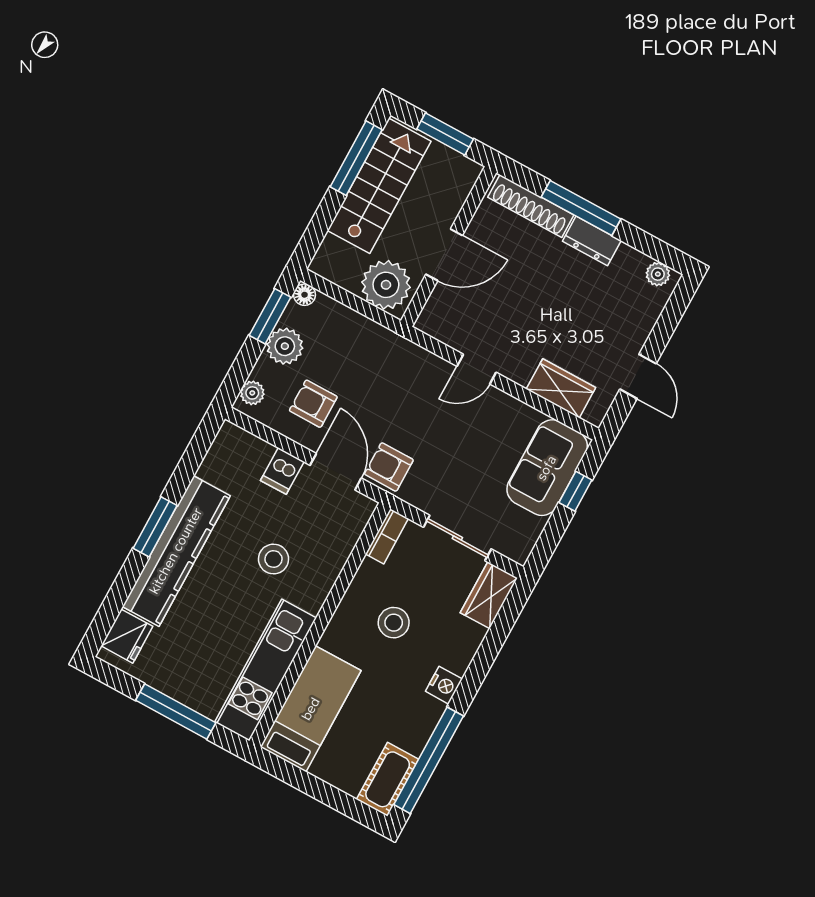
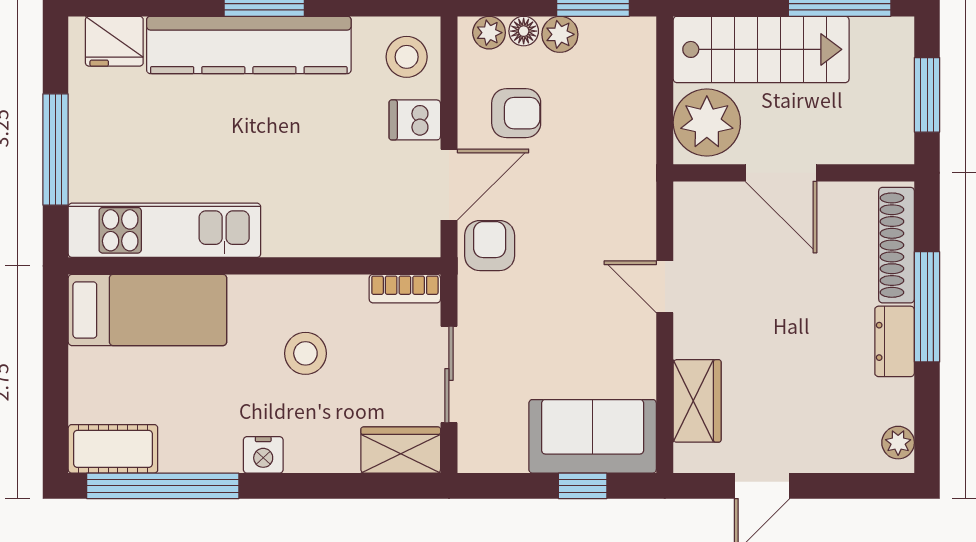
stairs: (379, 186) -> (761, 49), moved
floor lamp: (305, 295) -> (524, 31), moved
plant: (285, 346) -> (560, 34), width x0.73, depth x0.73
armchair: (313, 404) -> (516, 113), turned 90
stool: (274, 559) -> (407, 57), moved

